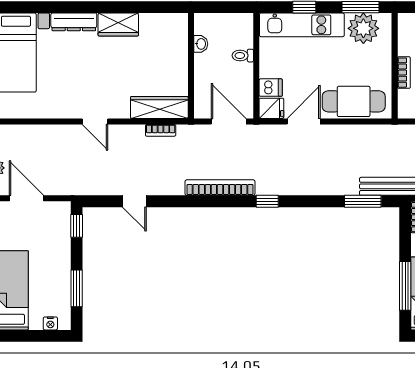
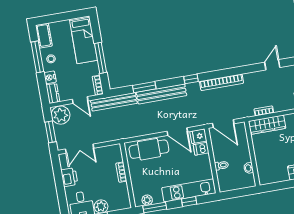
plant: (363, 28) -> (147, 200), width x0.53, depth x0.53
door: (304, 121) -> (177, 132), hinge flipped
bench: (318, 186) -> (161, 94), added
door: (134, 201) -> (272, 65), hinge flipped
window: (363, 201) -> (144, 87), moved
window: (405, 286) -> (101, 58), moved

